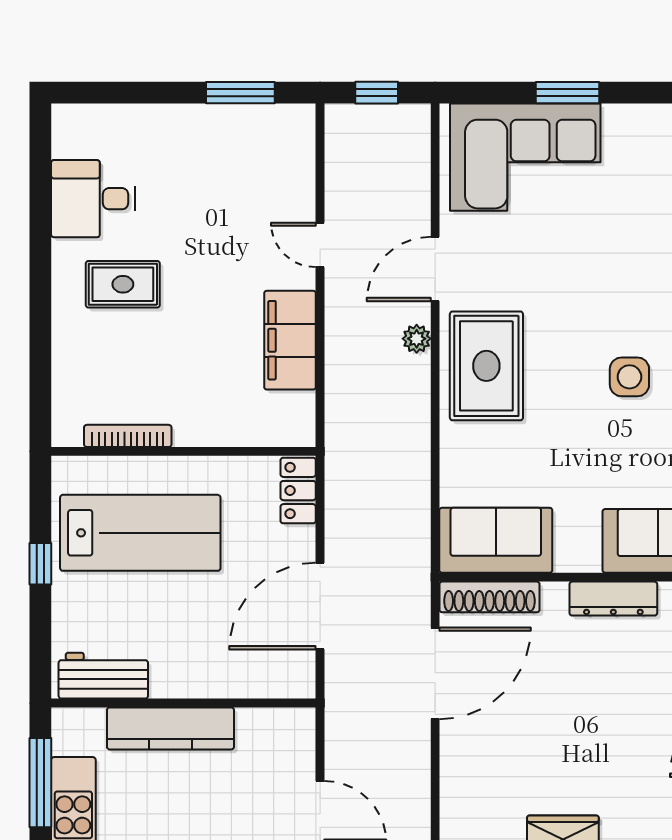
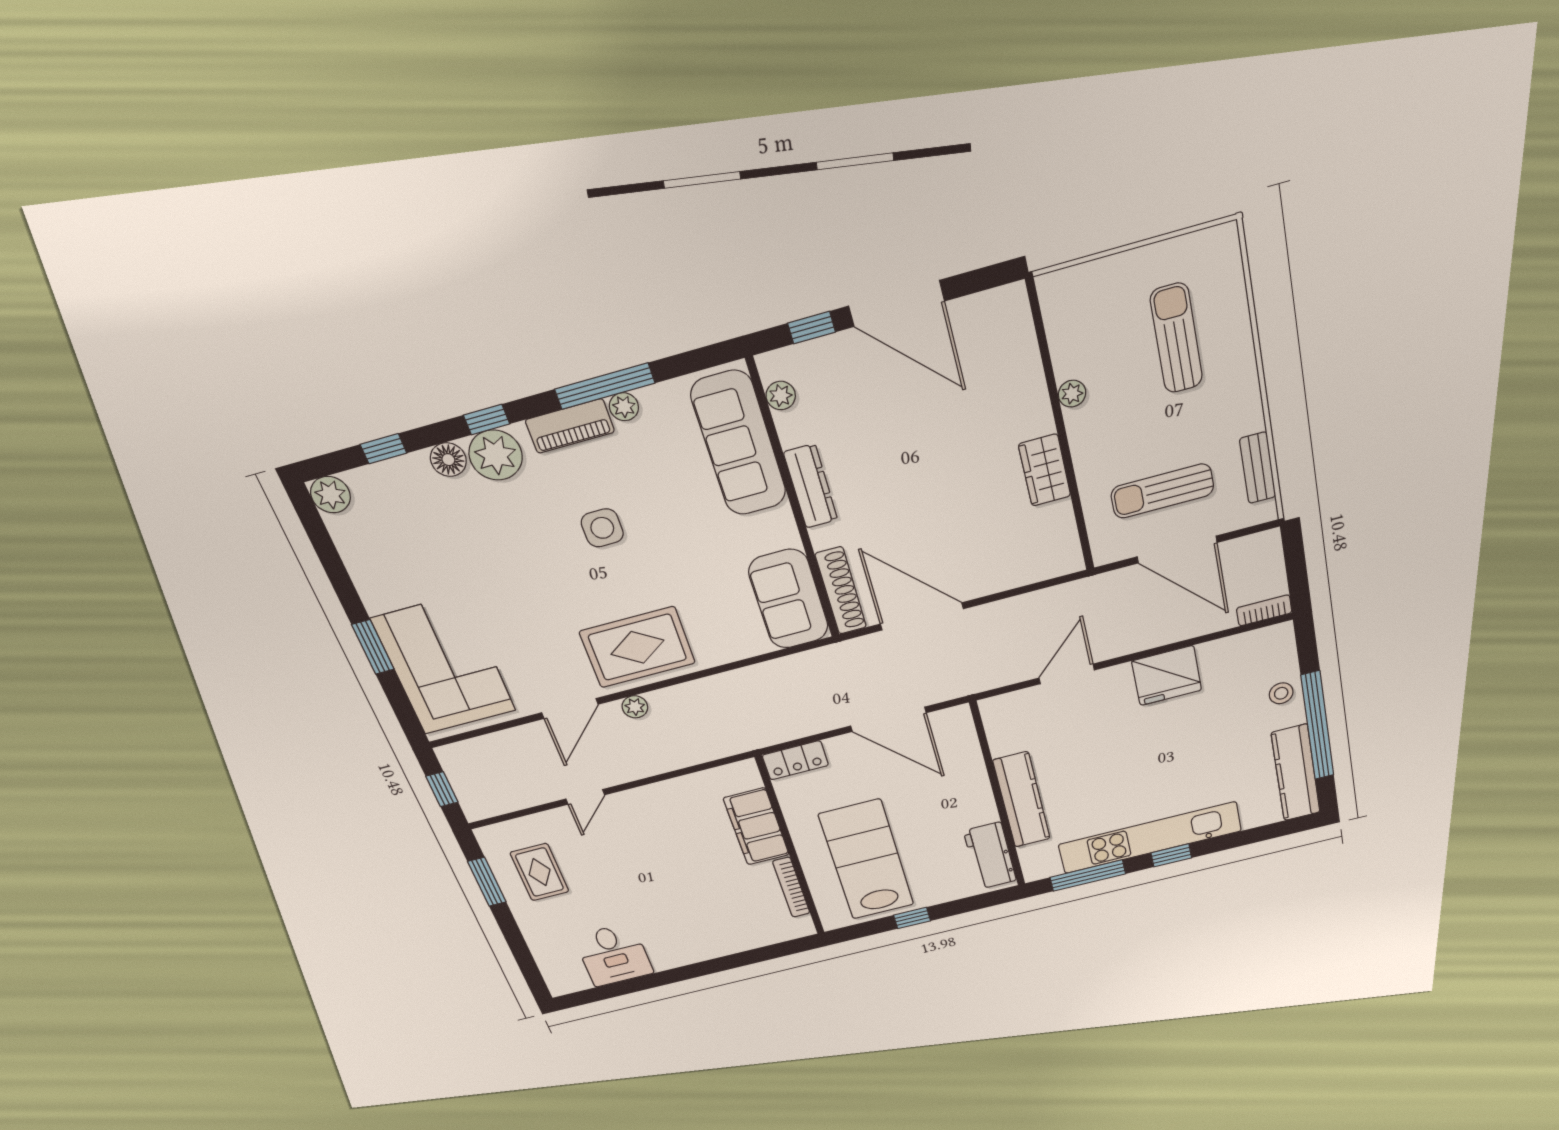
door: (435, 269) -> (570, 708), hinge flipped
rug: (123, 284) -> (540, 872), moved
filing cabinet: (290, 340) -> (756, 827), moved, turned 90

